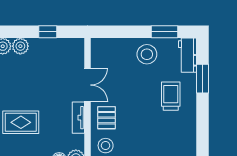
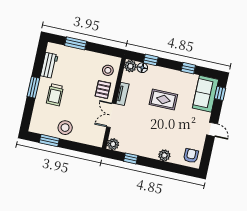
plant: (20, 46) -> (113, 144), moved
workbench: (187, 55) -> (49, 65), moved
window: (202, 79) -> (33, 87), moved

